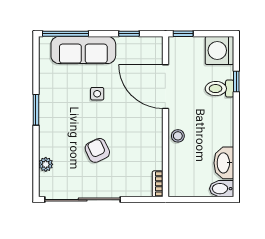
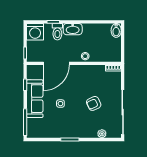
sofa: (83, 50) -> (35, 99), moved
washbasin: (224, 163) -> (73, 29), moved

